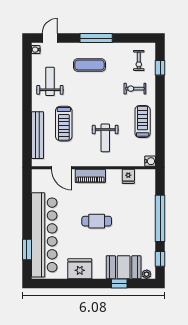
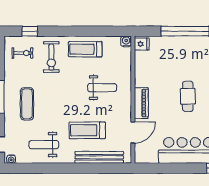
exercise bike: (135, 89) -> (51, 57), width x1.38, depth x1.39
treadmill: (64, 124) -> (87, 130), turned 180
fridge: (128, 176) -> (142, 44), moved

